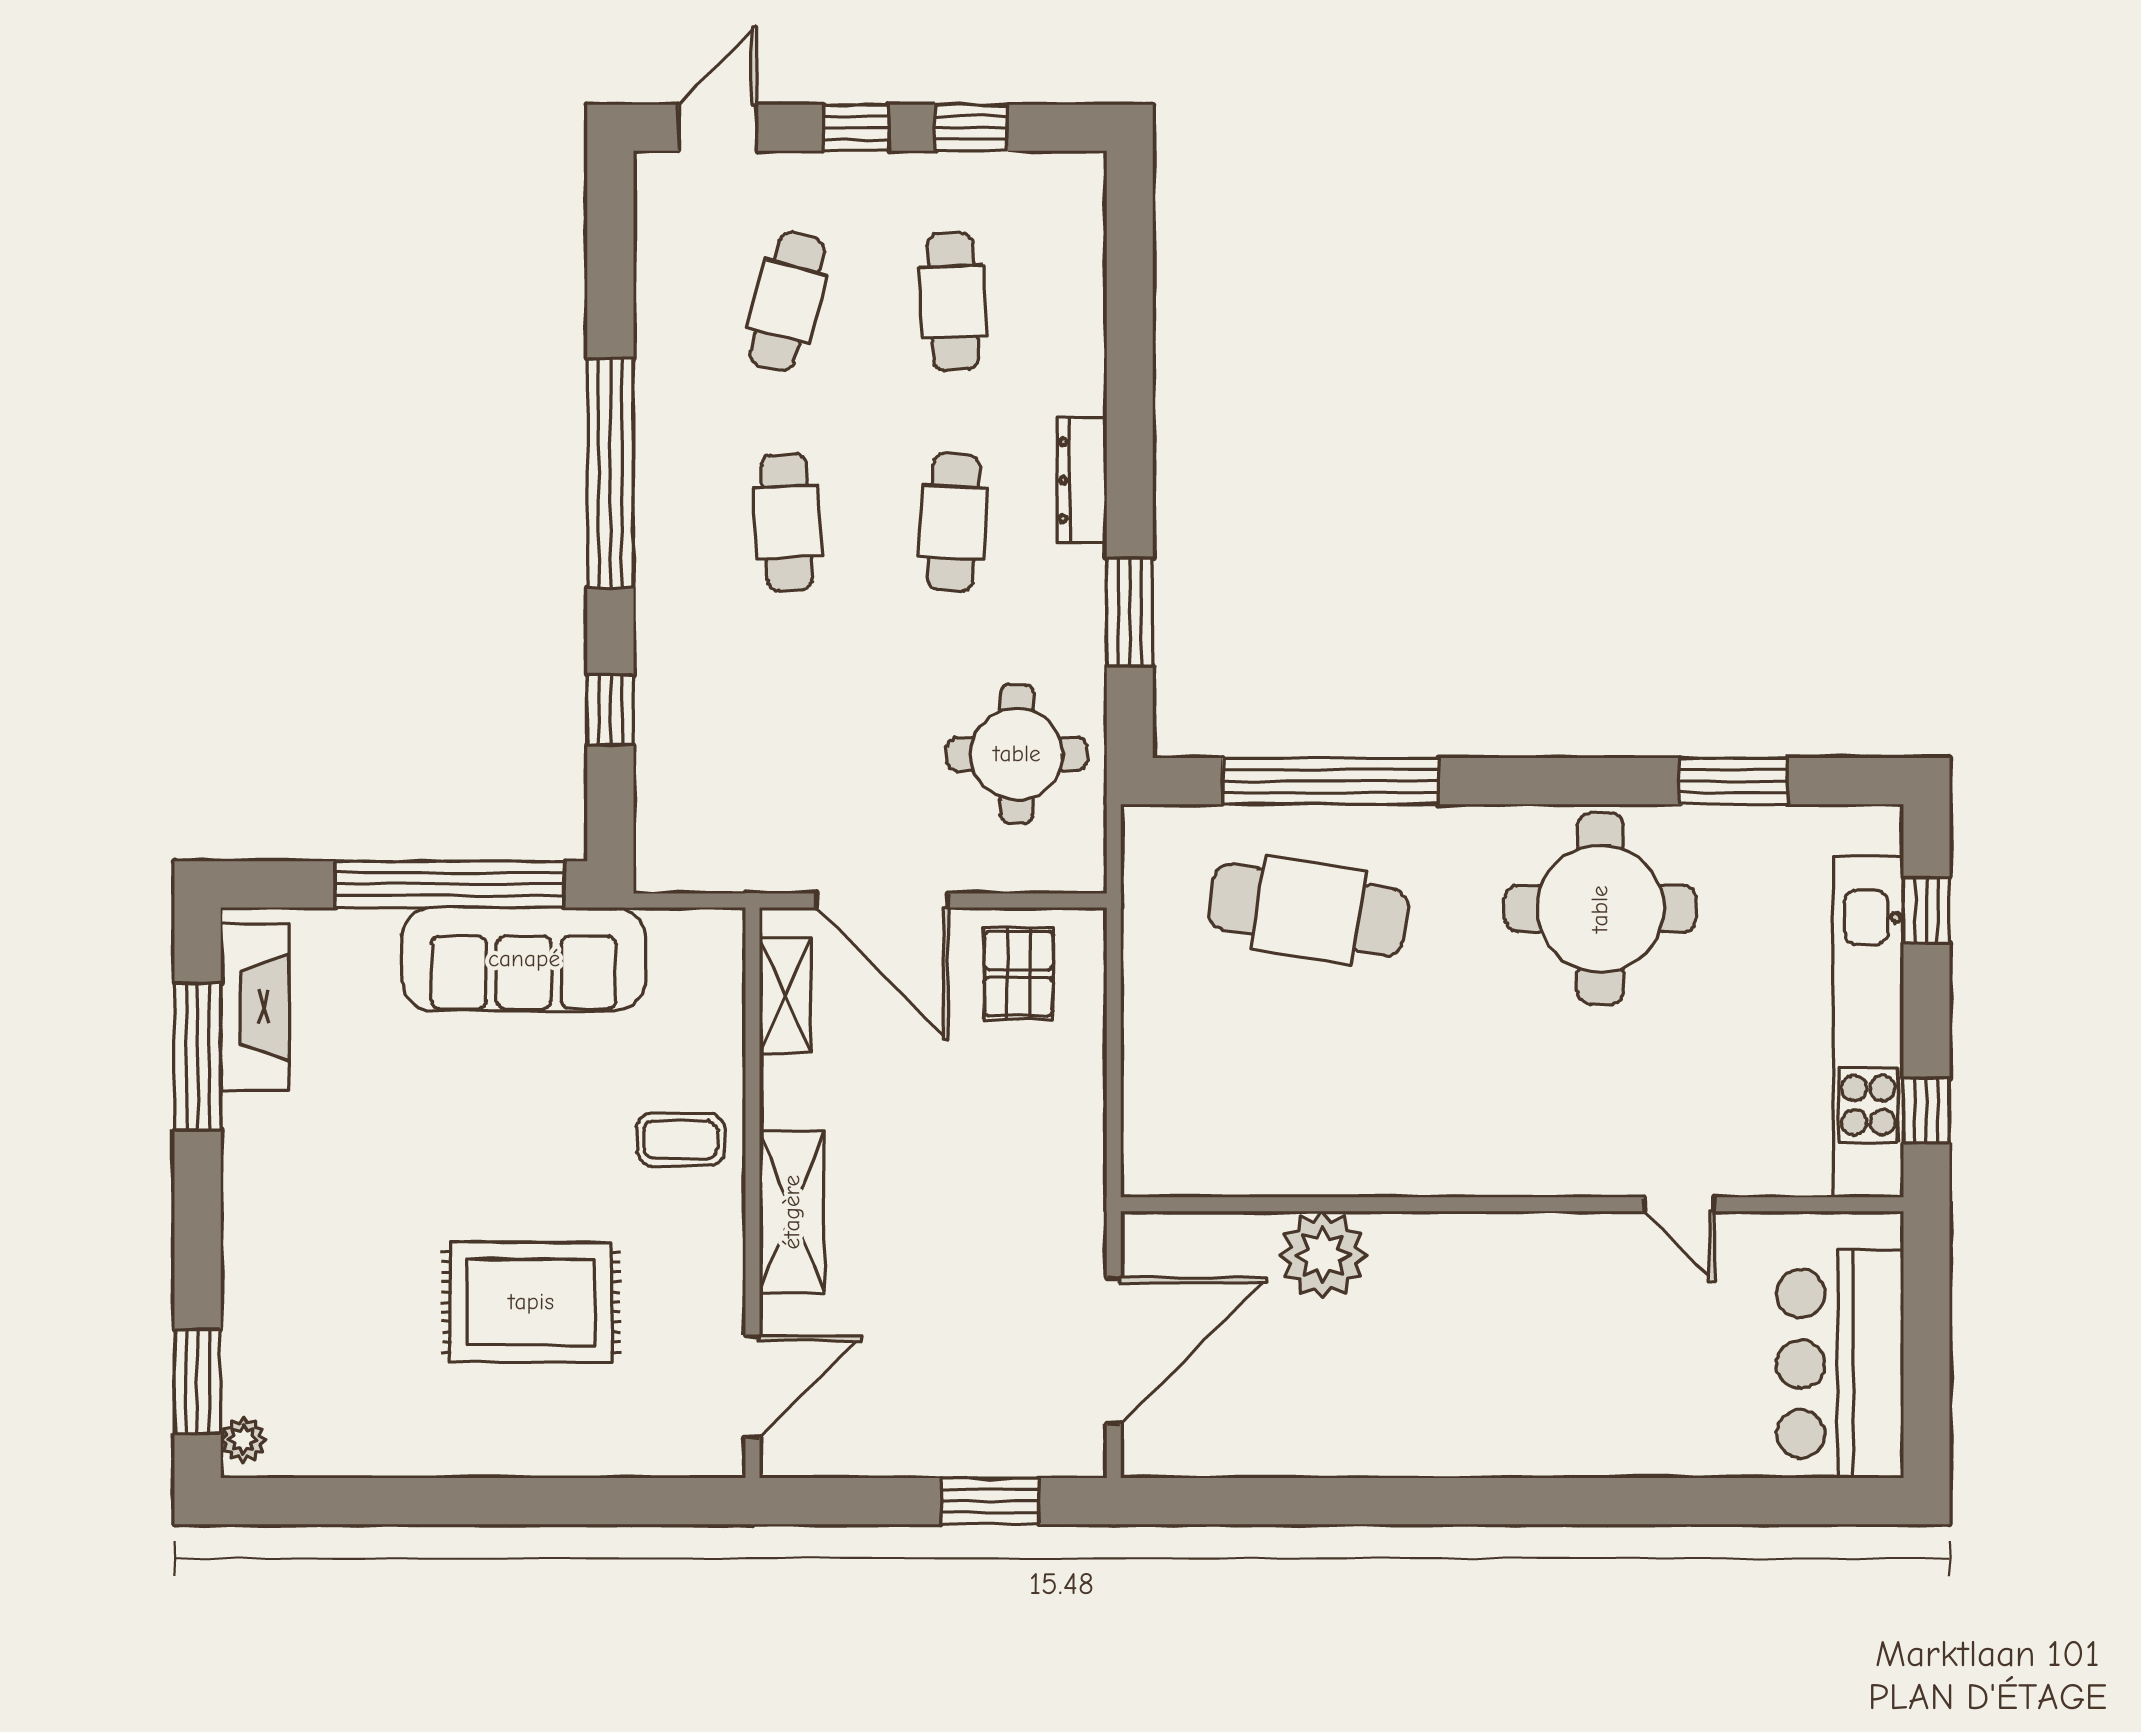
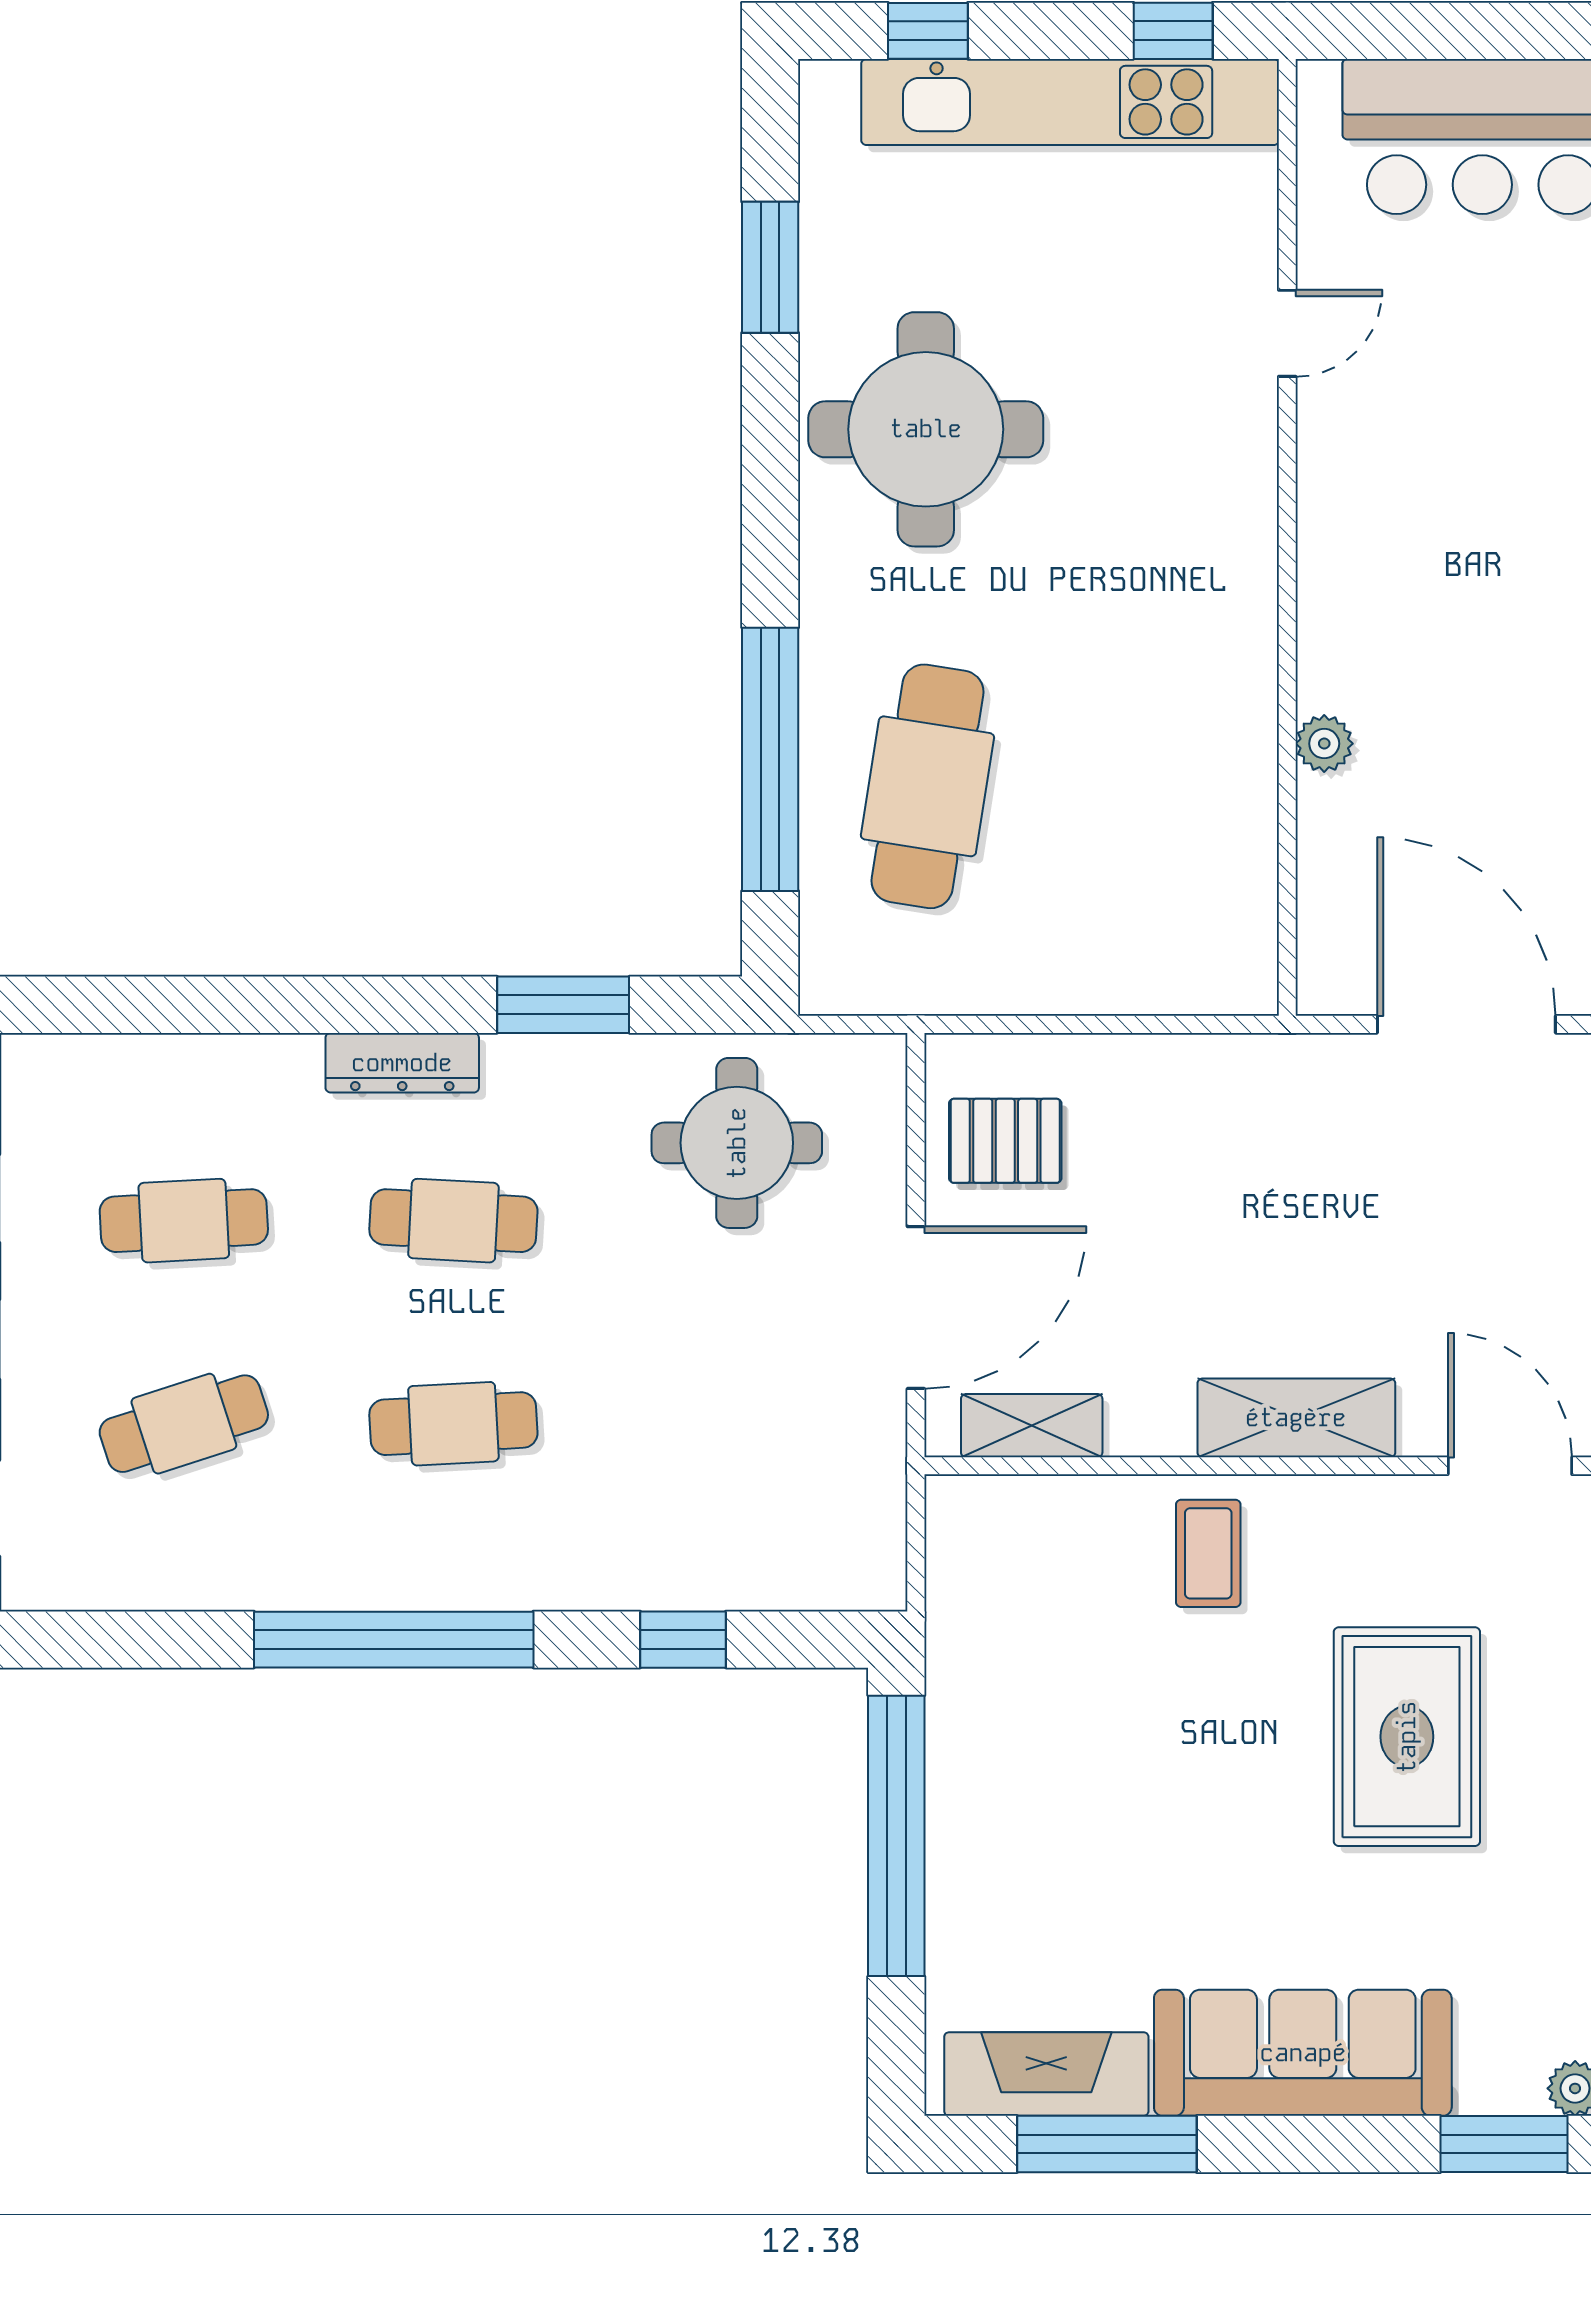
cafe table: (787, 302) -> (184, 1424), turned -33
sofa: (524, 959) -> (1303, 2053), moved, turned -90
plant: (1323, 1255) -> (1324, 744), width x0.53, depth x0.53

